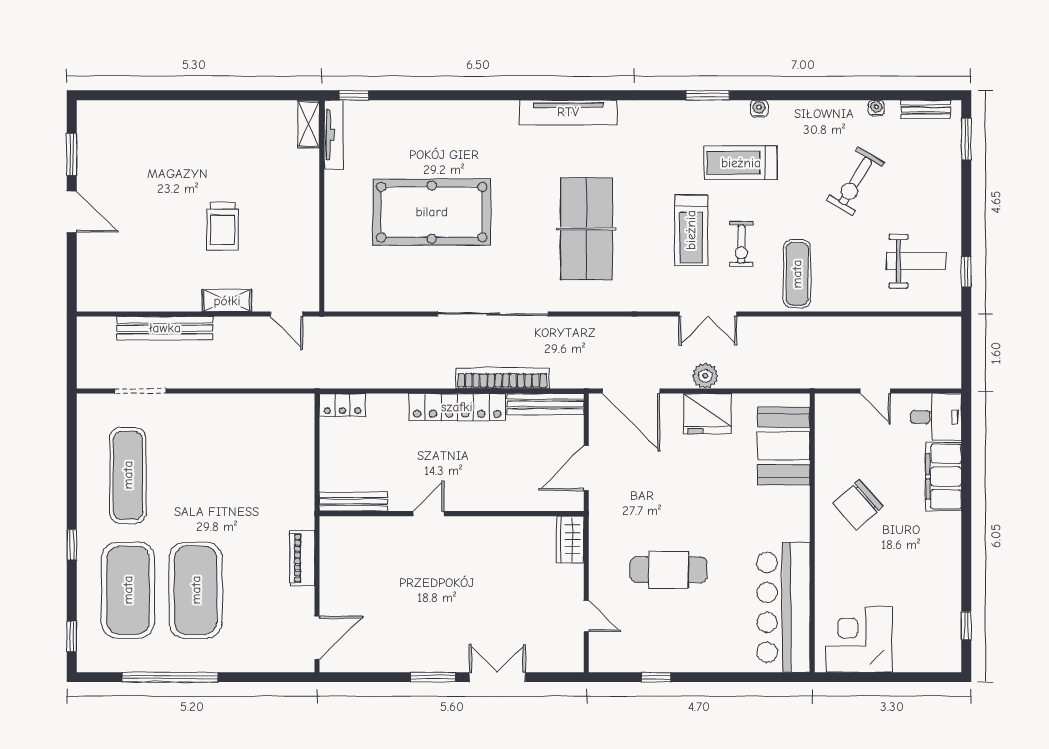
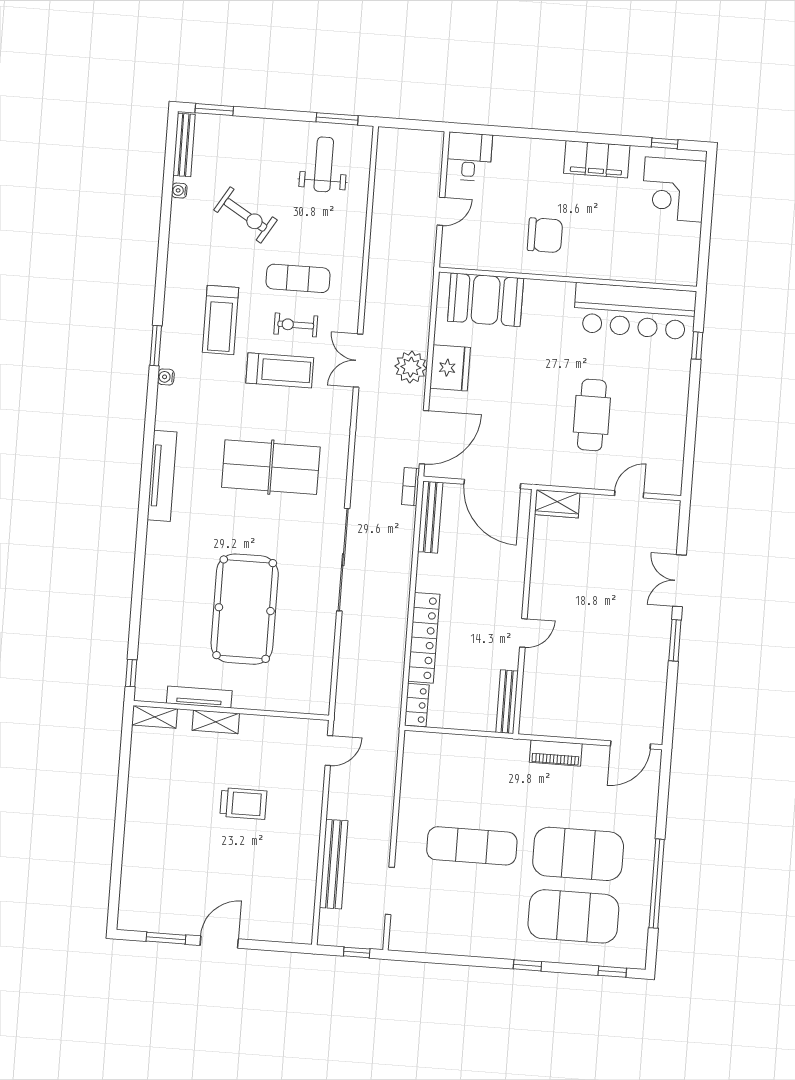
water cooler: (759, 109) -> (166, 377), moved
bench: (926, 110) -> (184, 145), width x1.36
tv unit: (334, 135) -> (199, 697), moved
exercise bike: (741, 244) -> (296, 325), turned 180
window: (966, 272) -> (337, 119), width x1.50
exercise mat: (797, 274) -> (298, 278), moved
shelving: (227, 301) -> (216, 722), moved, turned 90
double door: (708, 314) -> (358, 361), swing flipped
window: (72, 360) -> (357, 952), added
plant: (705, 376) -> (411, 367), width x1.36, depth x1.36
bookcase: (502, 378) -> (411, 487), moved, width x0.43, depth x0.76
locker: (457, 407) -> (424, 638), moved
door: (586, 468) -> (492, 484), width x1.36
exercise mat: (128, 475) -> (472, 846), moved
filing cabinet: (944, 477) -> (597, 159), moved
chair: (858, 505) -> (545, 235), turned -48
door: (429, 514) -> (523, 633), swing flipped
door: (317, 638) -> (630, 745), swing flipped
corner desk: (859, 639) -> (674, 189), moved
window: (656, 677) -> (697, 346), moved

